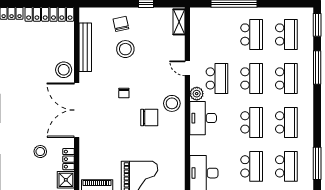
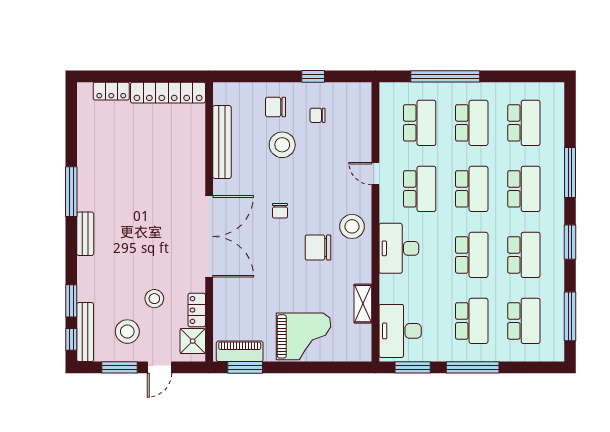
shelving: (179, 22) -> (363, 304), moved
chair: (121, 24) -> (275, 107), turned -78
window: (317, 25) -> (570, 242), moved
chair: (149, 29) -> (317, 115), added
school desk: (217, 34) -> (420, 123), added
stool: (64, 70) -> (127, 332), moved
plant: (197, 94) -> (389, 212), removed
double door: (77, 110) -> (209, 236), swing flipped
chair: (149, 117) -> (318, 248), turned 180

